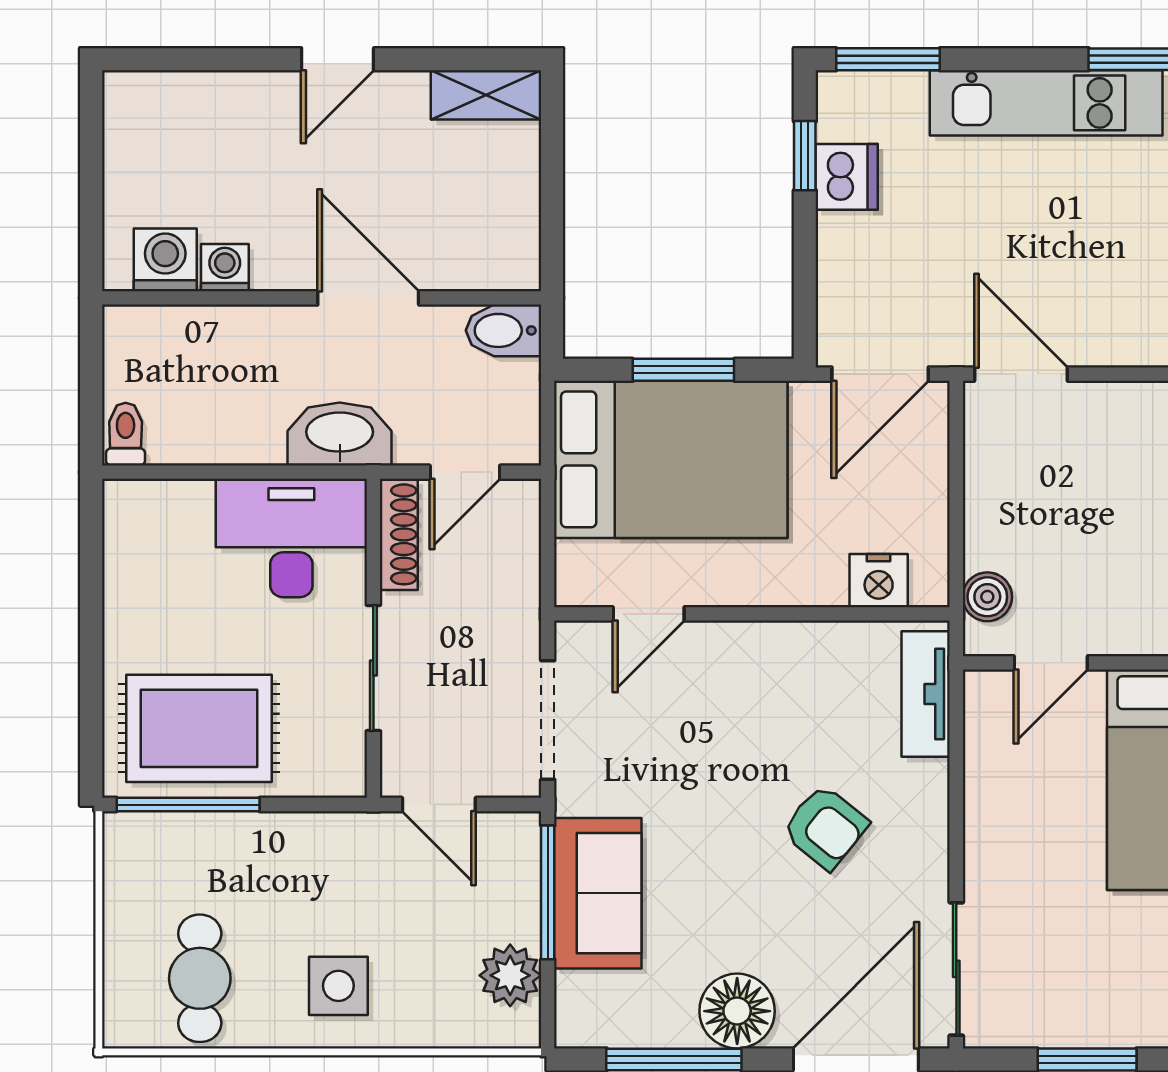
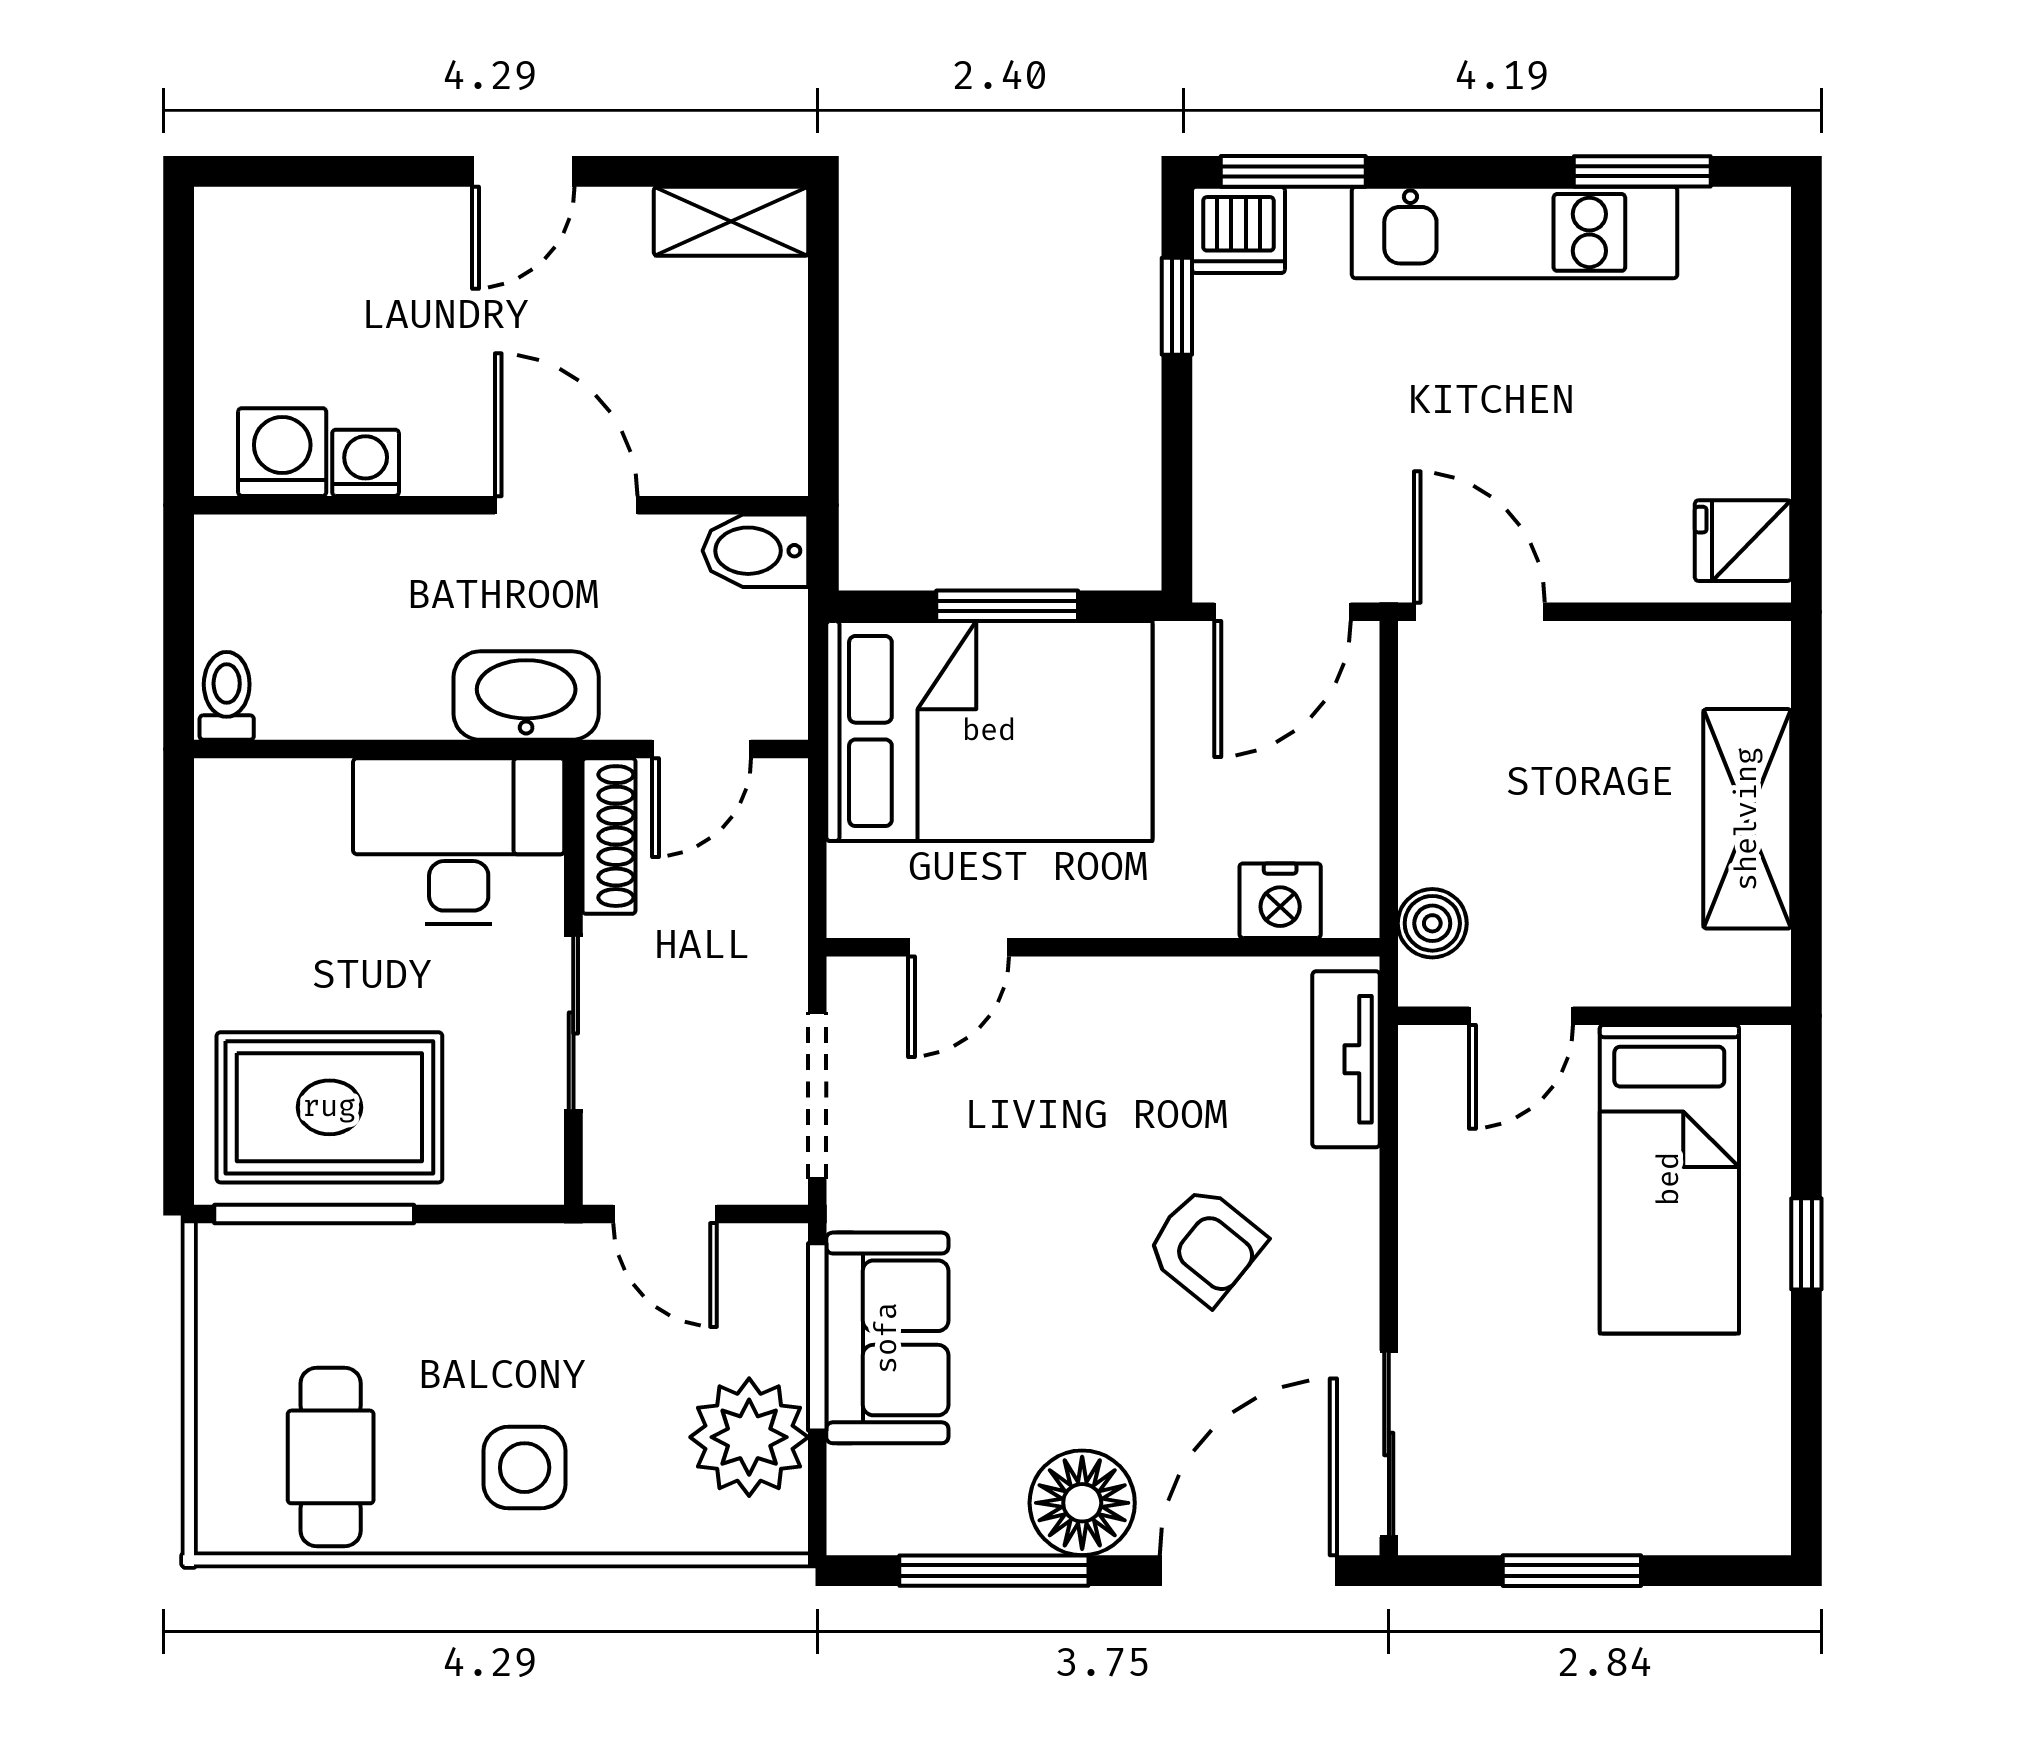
dishwasher: (847, 177) -> (1238, 230), moved, turned 90
plant: (510, 975) -> (749, 1437), width x1.36, depth x1.36

